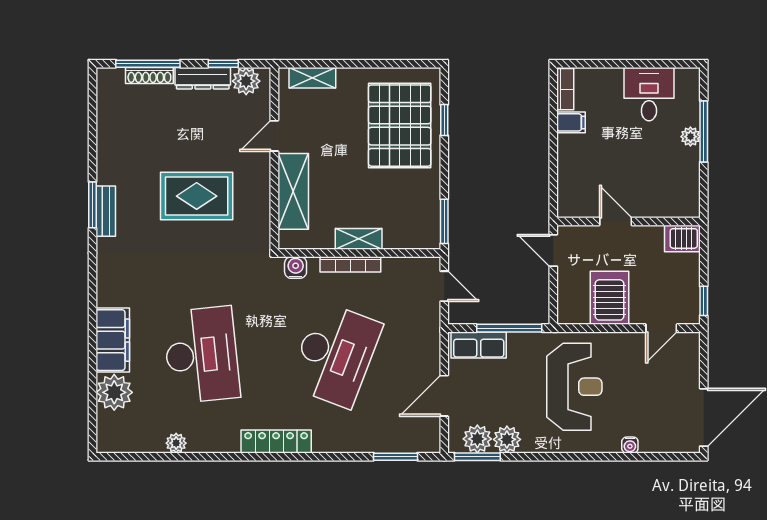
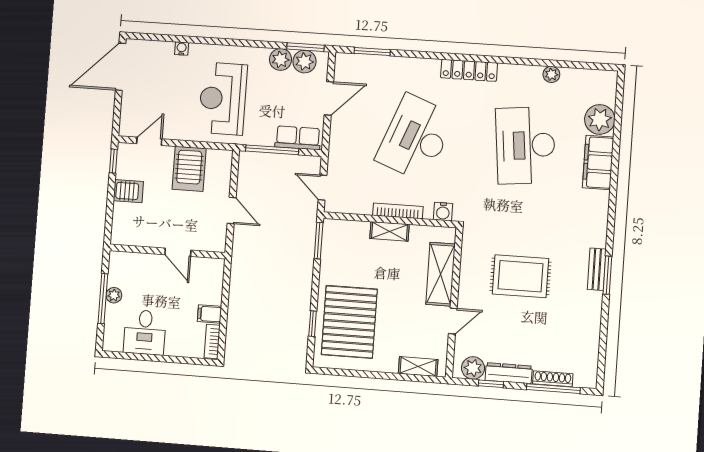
door: (616, 221) -> (178, 252), moved
wall: (629, 221) -> (167, 252), moved
server rack: (682, 238) -> (128, 191), moved

